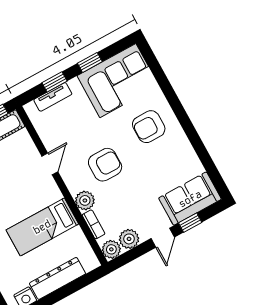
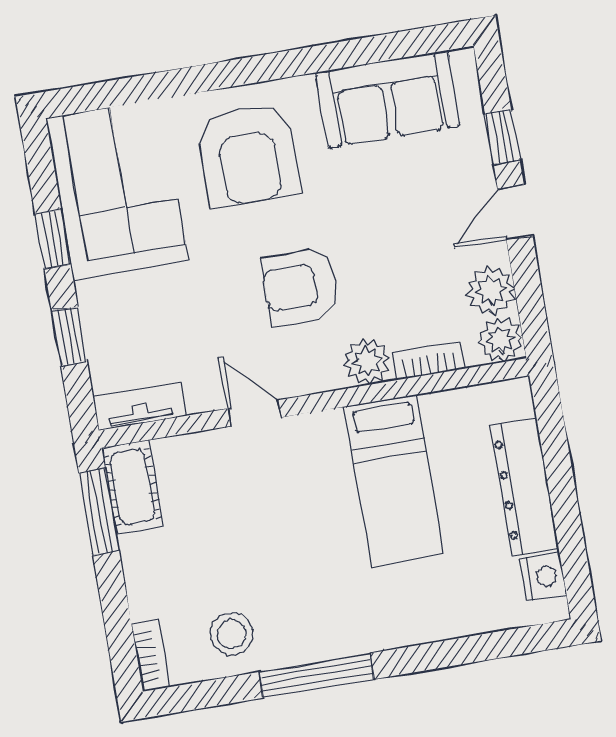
tv unit: (53, 97) -> (140, 406), moved, turned -90
armchair: (149, 127) -> (248, 155), width x1.36, depth x1.36
armchair: (105, 165) -> (301, 286), turned -90
sofa: (190, 199) -> (388, 99), moved, turned -90
door: (163, 238) -> (515, 212), swing flipped

